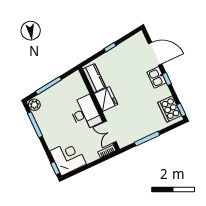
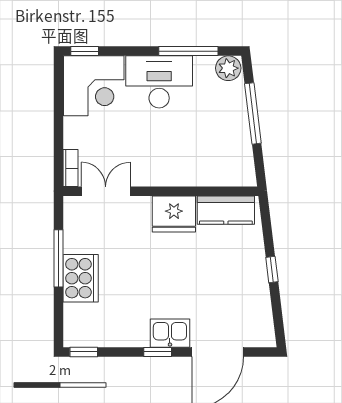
cooker: (170, 109) -> (81, 278), moved, turned 90
desk: (85, 113) -> (159, 82), moved, turned 180

